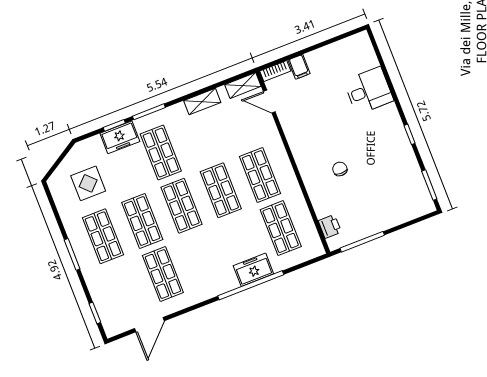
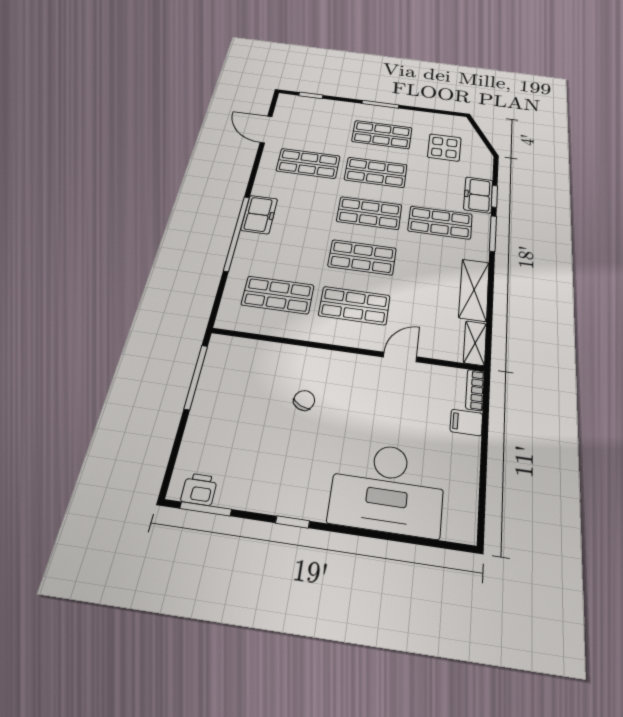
desk: (369, 91) -> (388, 488), width x1.87, depth x1.30
shelving: (202, 102) -> (474, 290), width x1.50, depth x1.33
door: (269, 102) -> (400, 357), moved
chair: (340, 169) -> (304, 400), turned -66
printer: (330, 226) -> (199, 489), moved, turned 180
freezer: (253, 270) -> (259, 214), moved

